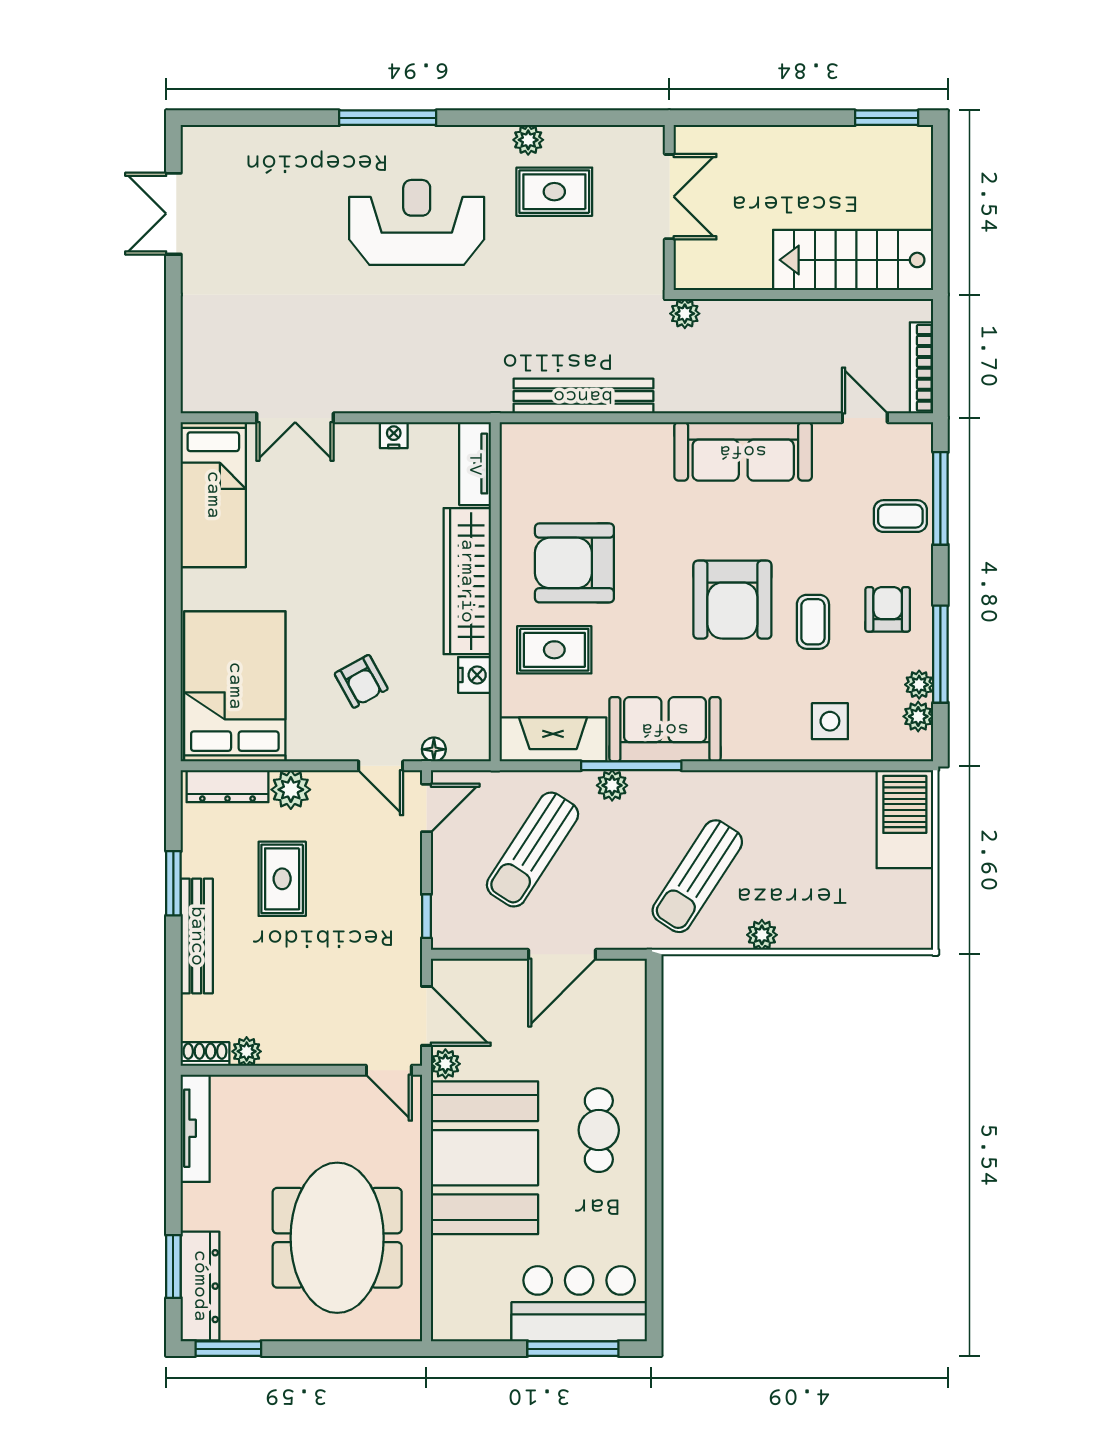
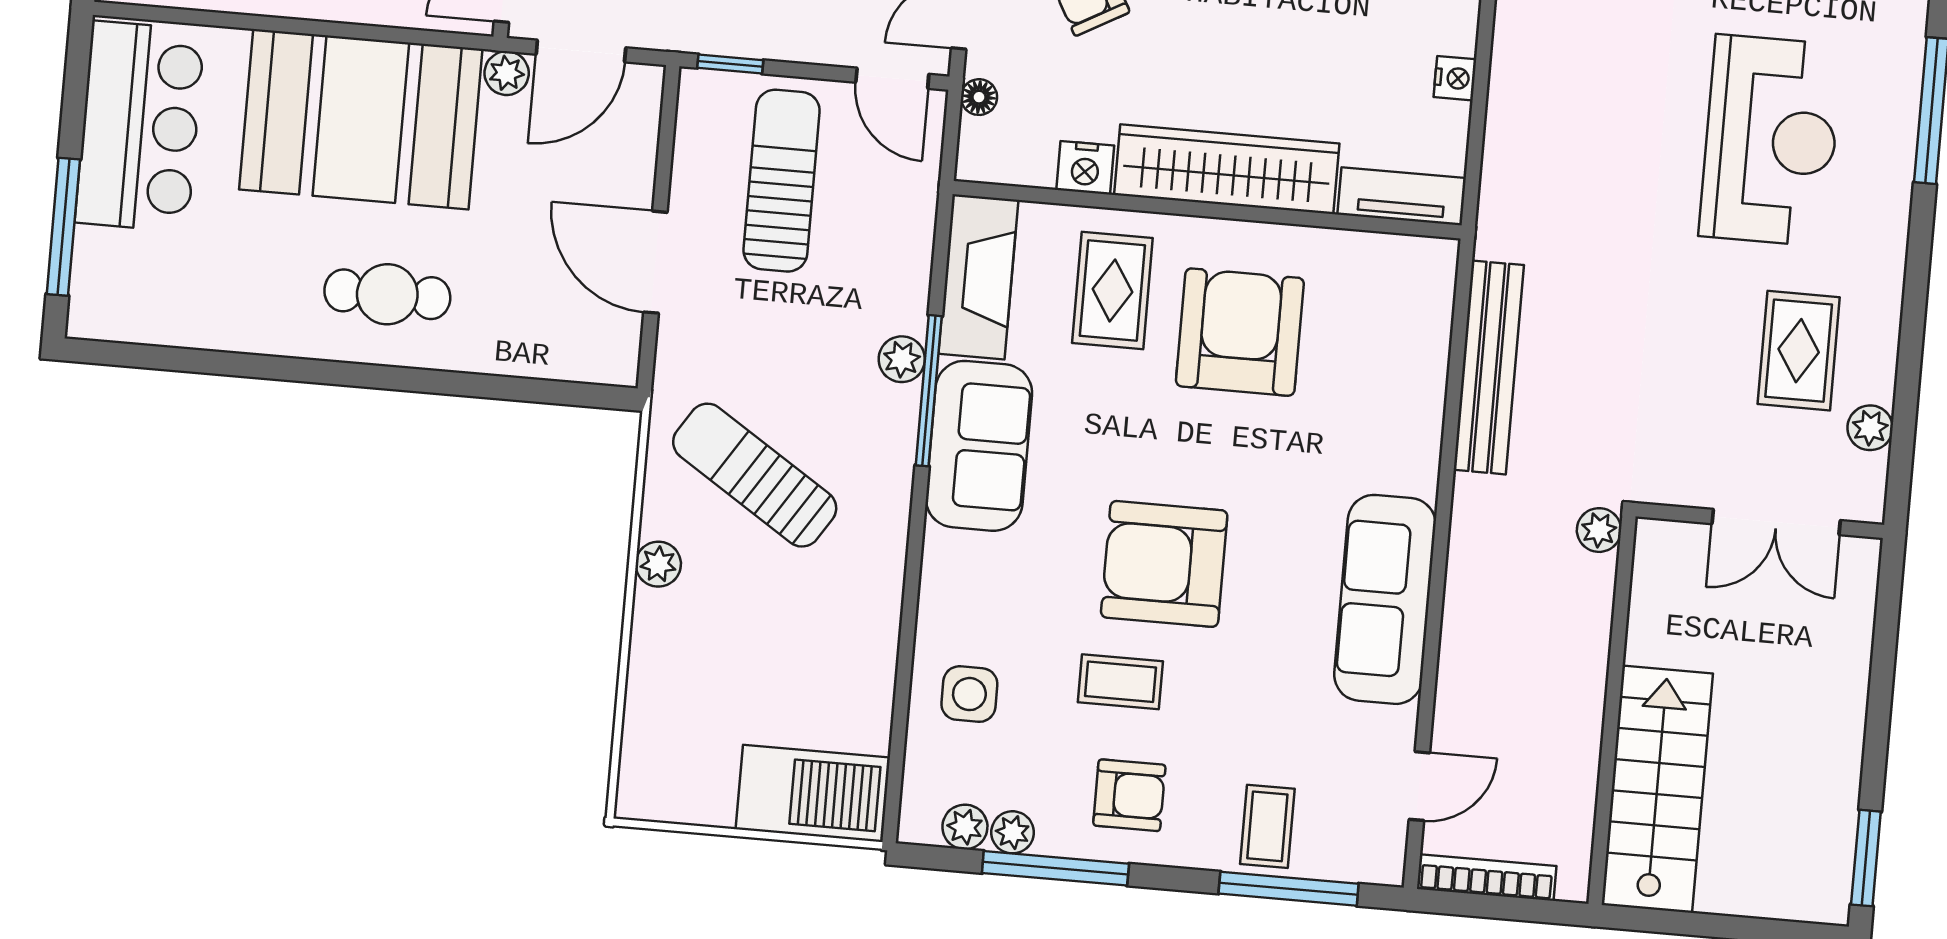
plant: (528, 140) -> (1870, 428), moved
sun lounger: (533, 850) -> (782, 181), moved, turned 57
bar counter: (579, 1304) -> (140, 126), moved

